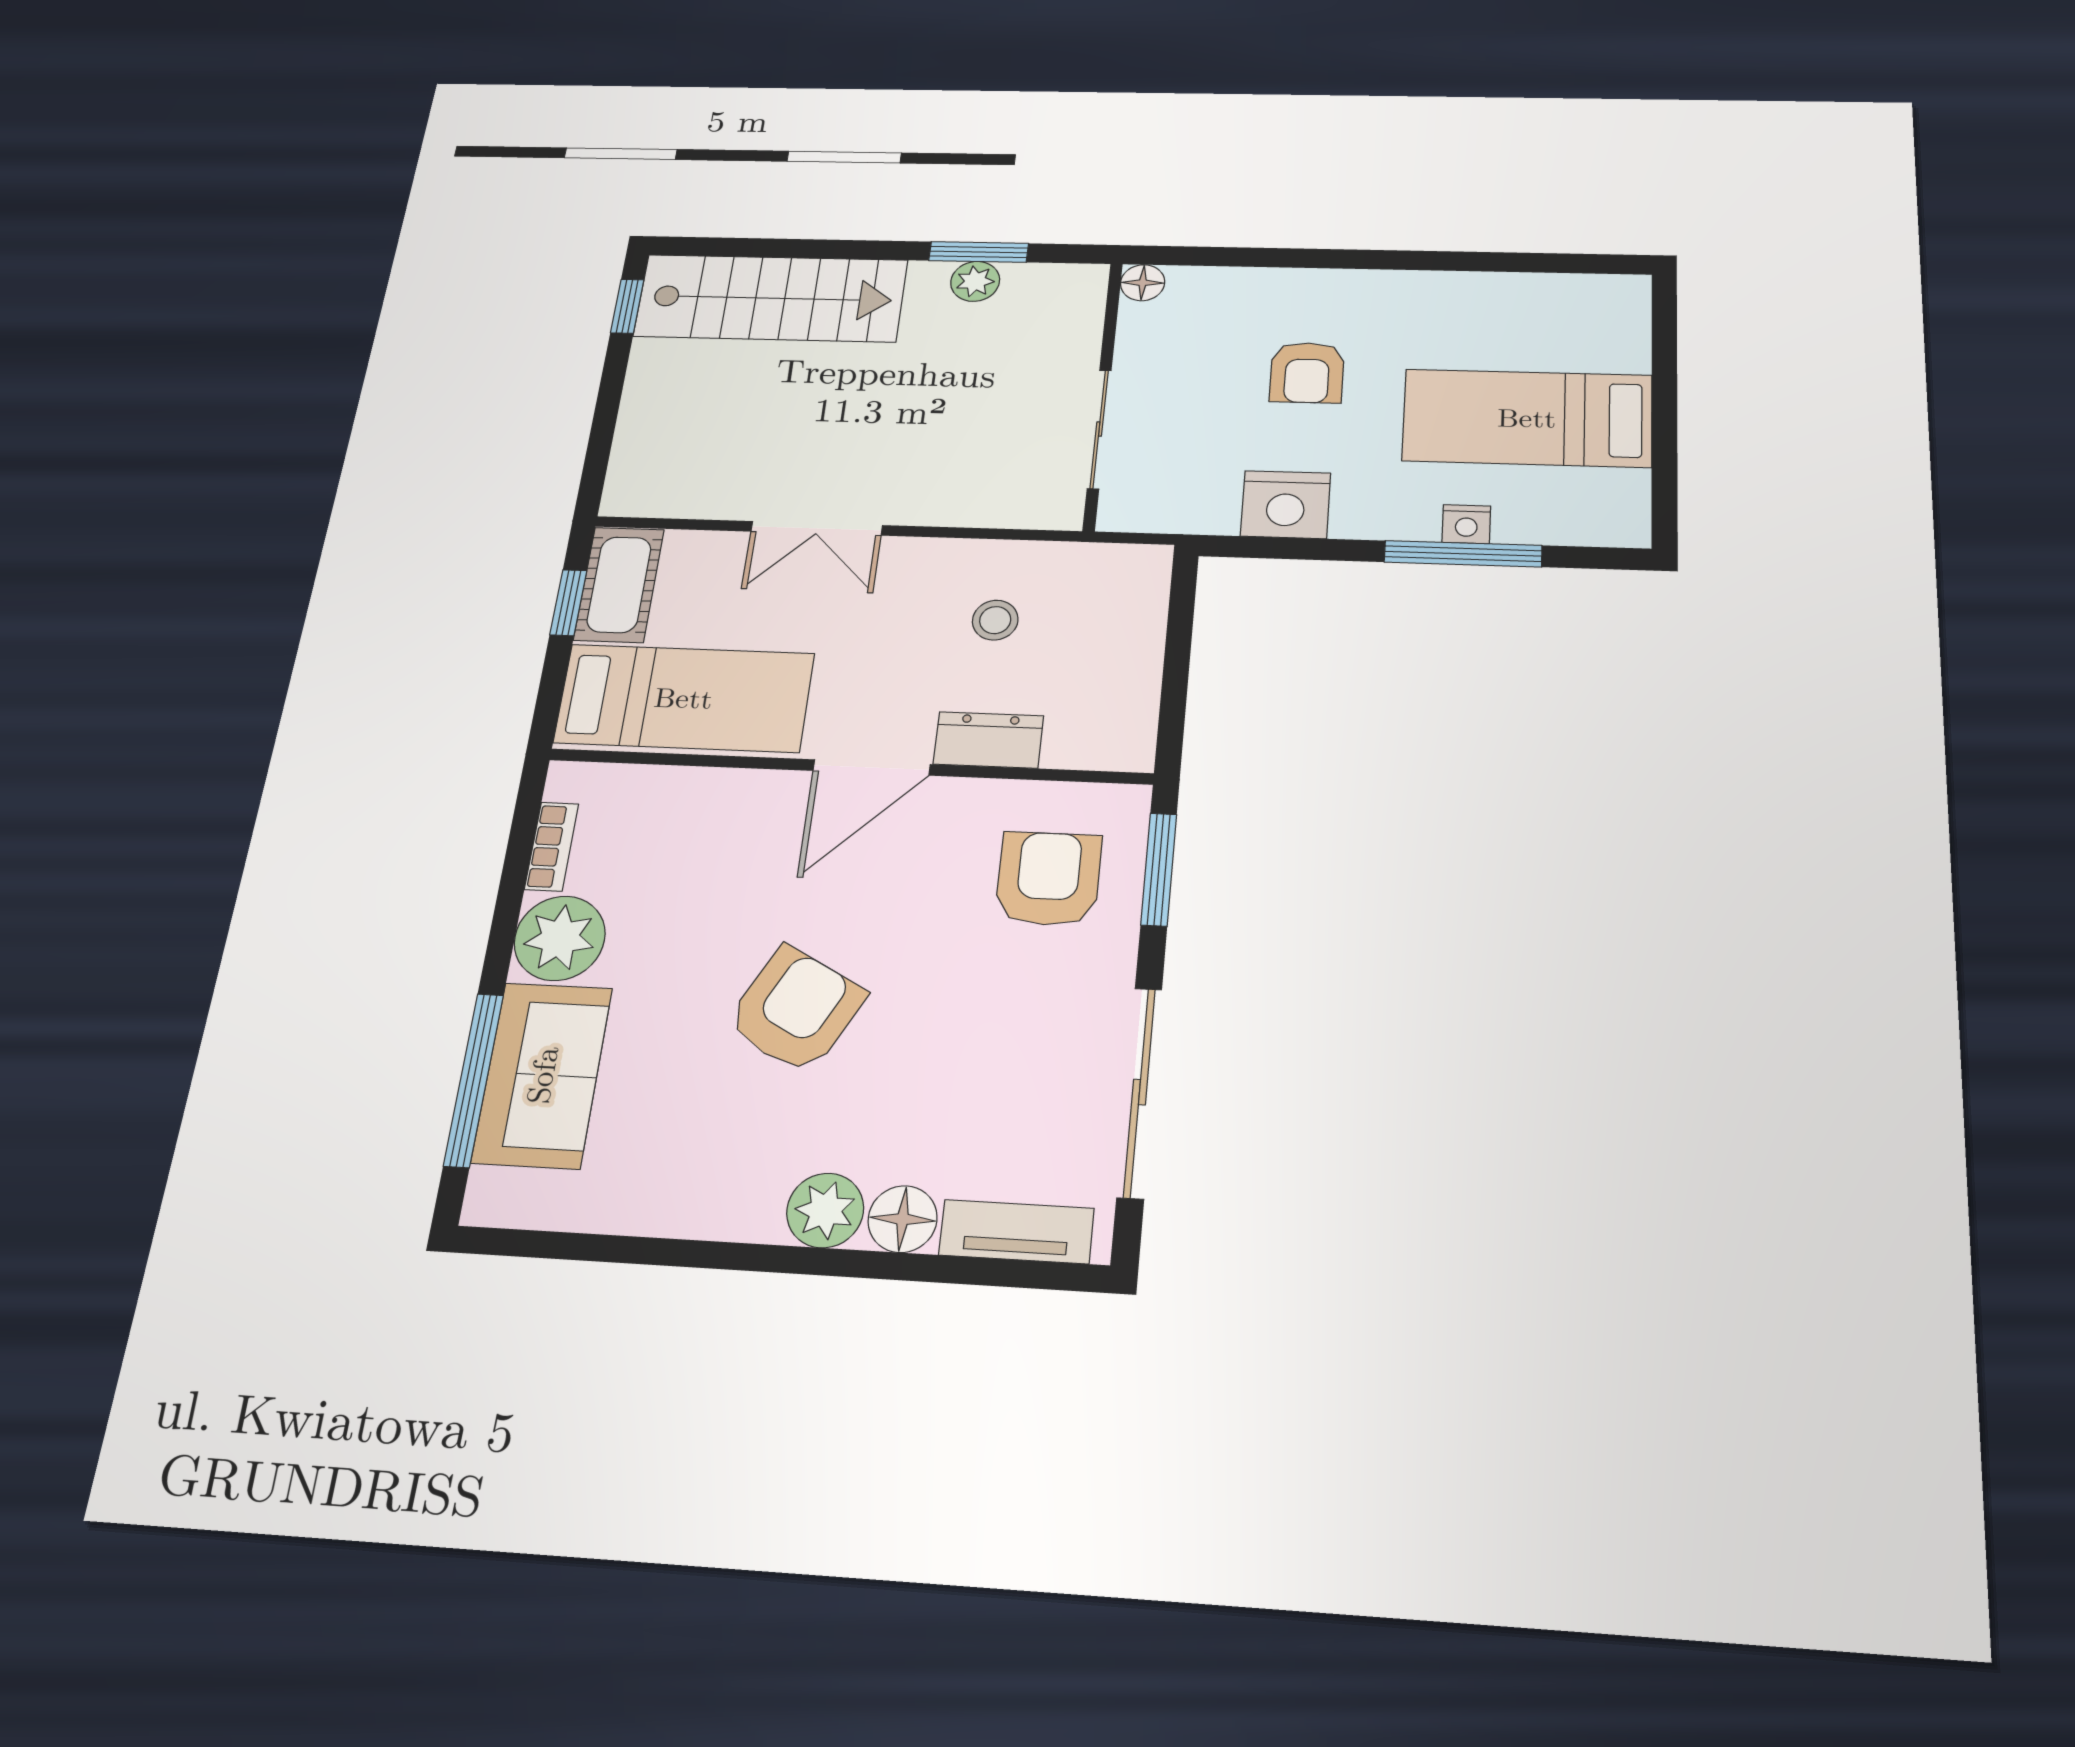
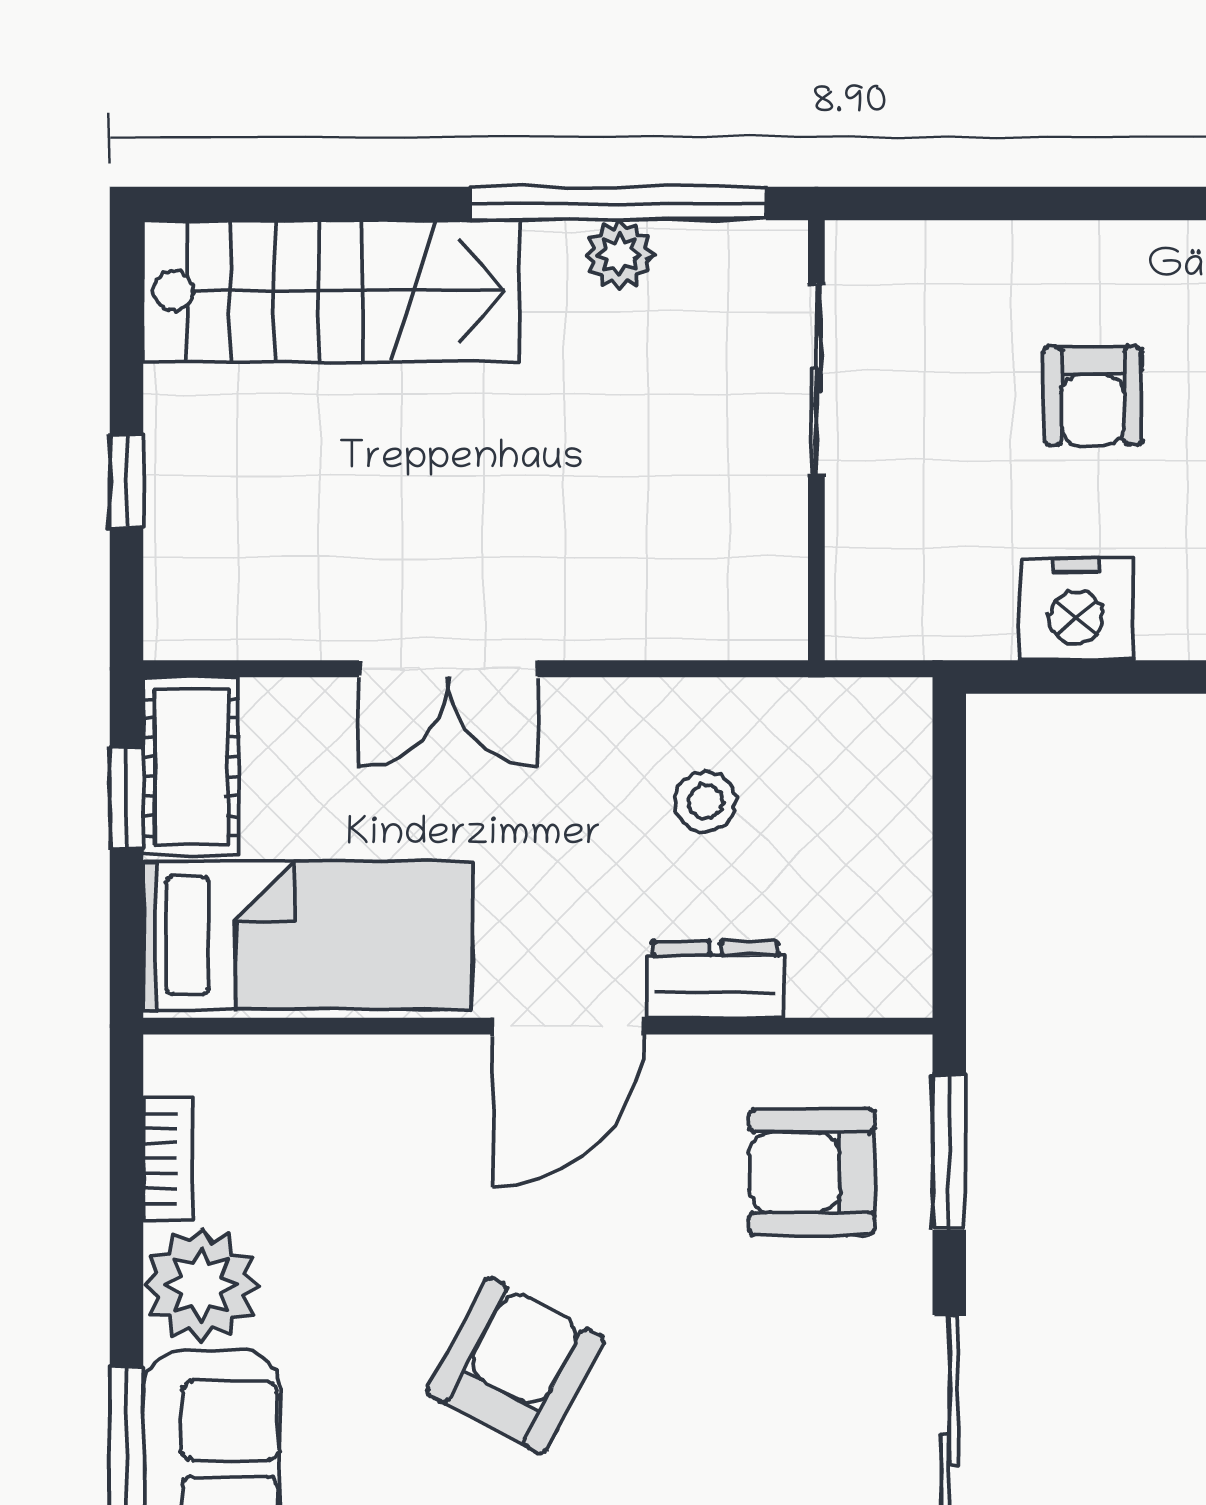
window: (979, 252) -> (619, 203), width x2.11
floor lamp: (1143, 283) -> (856, 251), removed
window: (627, 306) -> (127, 481), moved
sliding door: (1099, 429) -> (816, 380), moved
armchair: (1048, 879) -> (812, 1172), turned -90

